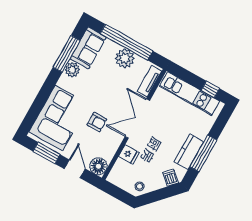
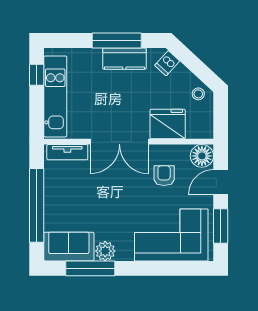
plant: (125, 58) -> (57, 197), removed
armchair: (97, 122) -> (164, 176), moved
fridge: (129, 154) -> (168, 124), width x1.88, depth x1.34

